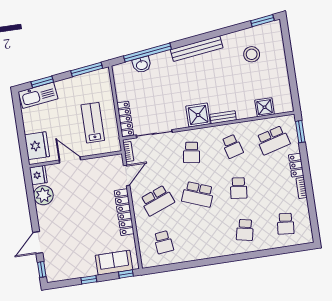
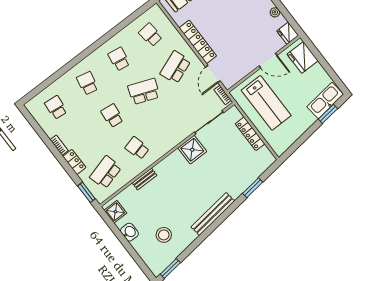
window: (147, 53) -> (253, 188), width x0.47
washbasin: (142, 65) -> (129, 232), moved, turned 97
window: (87, 70) -> (296, 145), removed
shower: (265, 107) -> (115, 212), moved
shower: (198, 115) -> (192, 150), moved
bench: (223, 117) -> (145, 179), moved
locker: (125, 119) -> (250, 134), moved
lab bench: (93, 123) -> (266, 103), width x1.36, depth x1.39
school desk: (192, 152) -> (119, 59), moved
plant: (43, 195) -> (275, 12), width x0.53, depth x0.53

